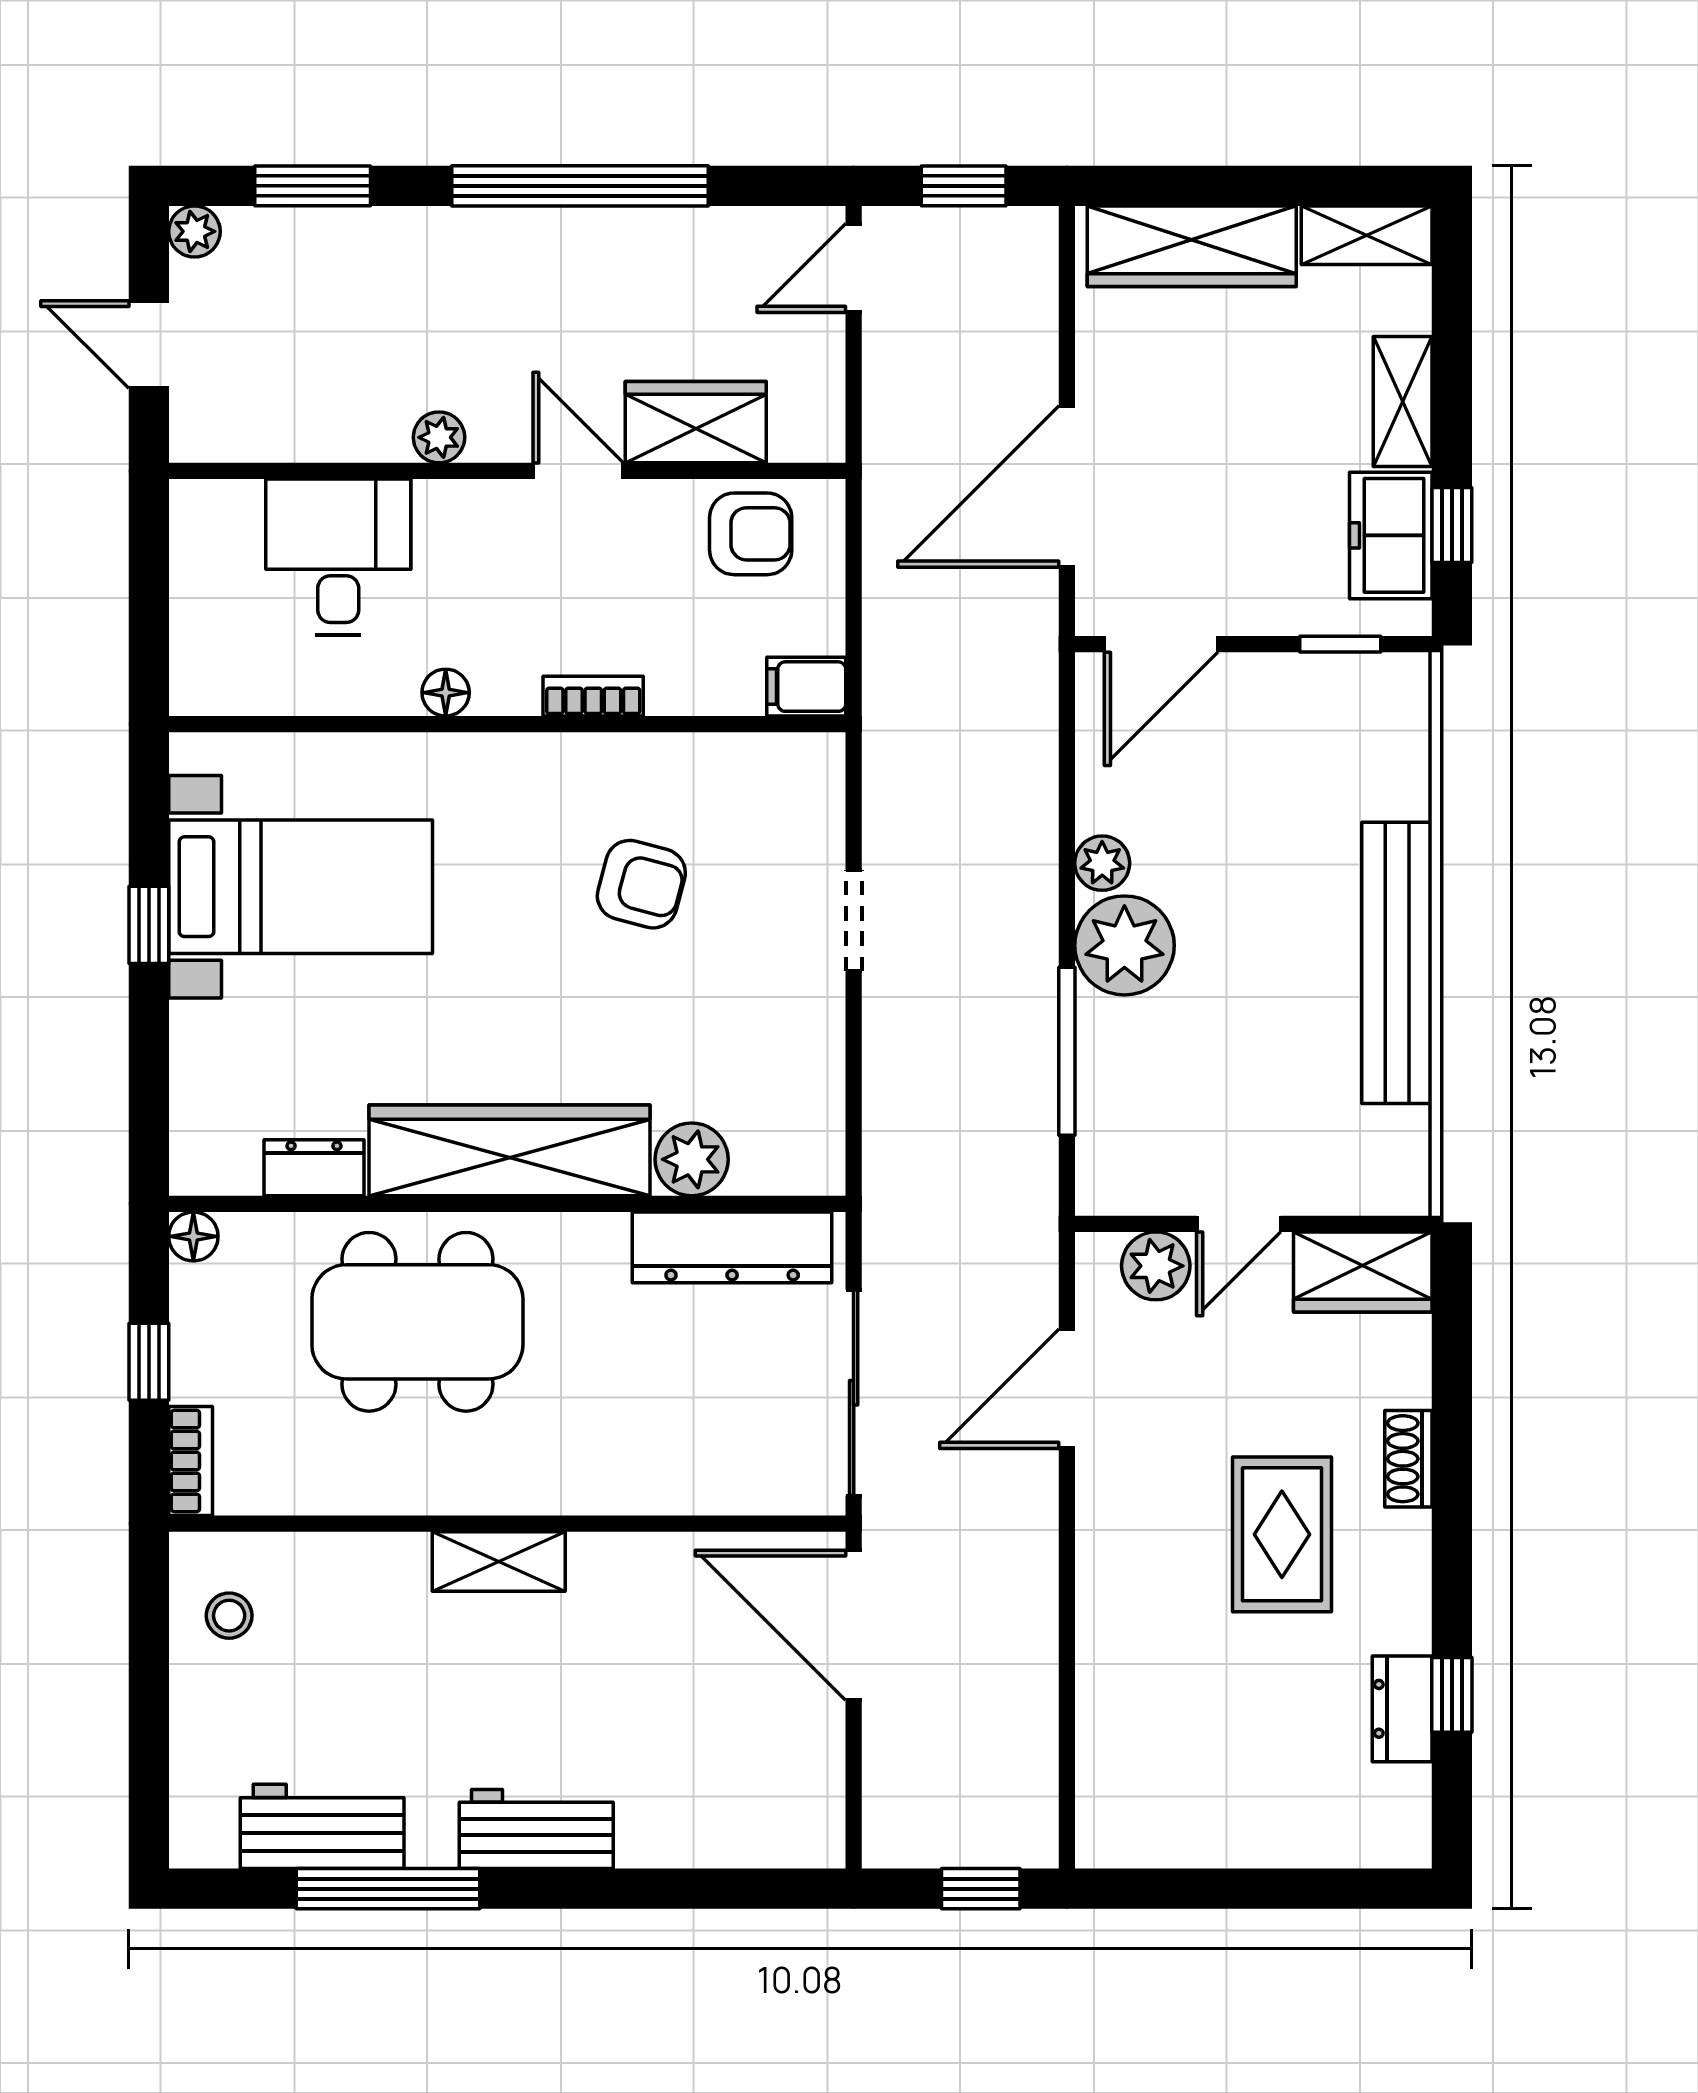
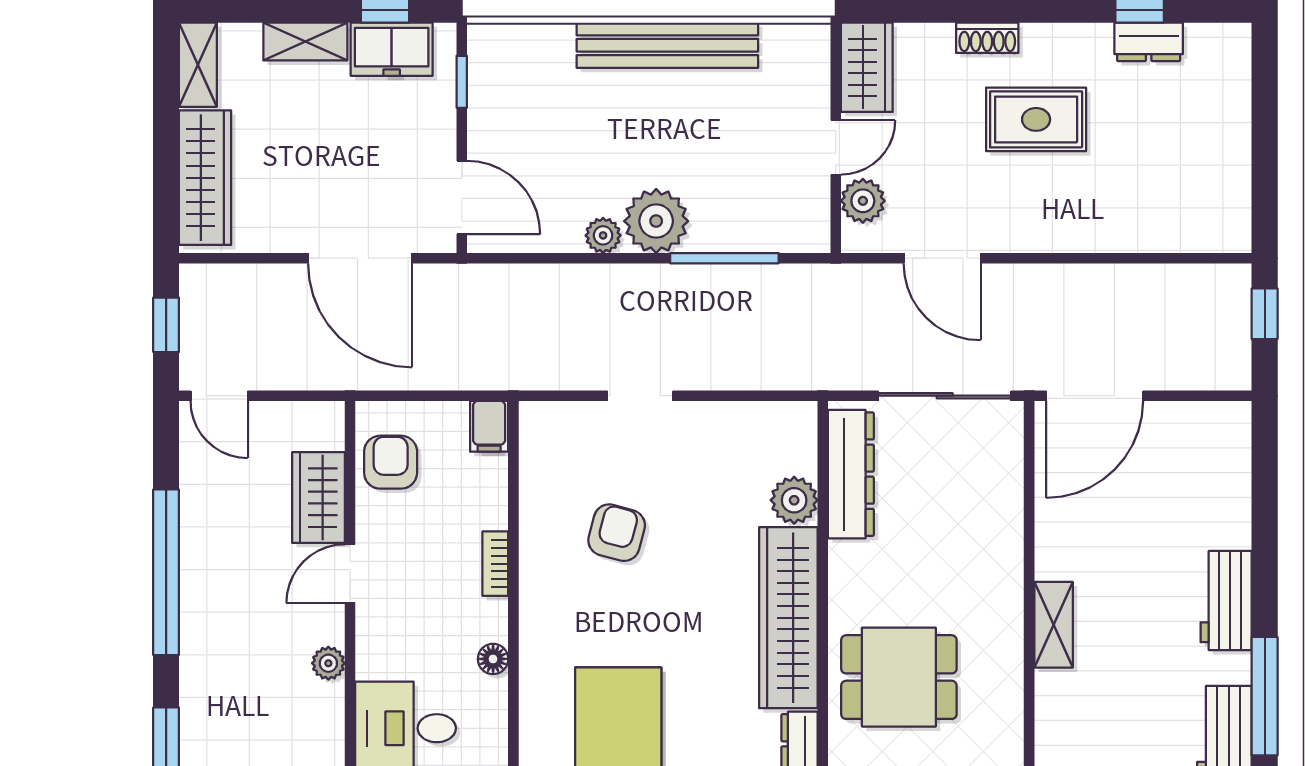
door: (1239, 1224) -> (836, 147), hinge flipped
dining table: (417, 1322) -> (899, 677), width x0.73

